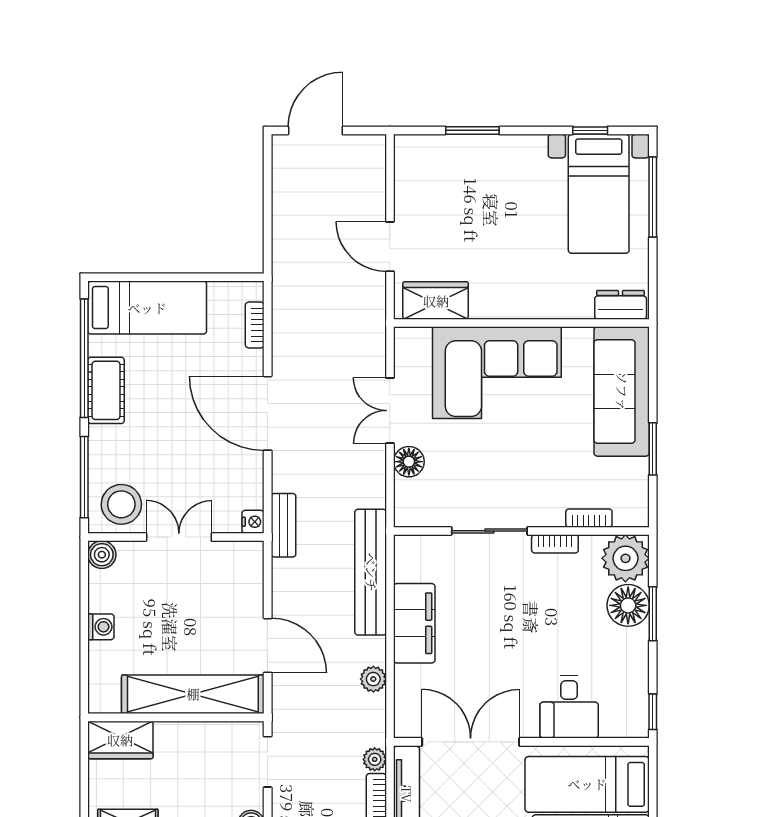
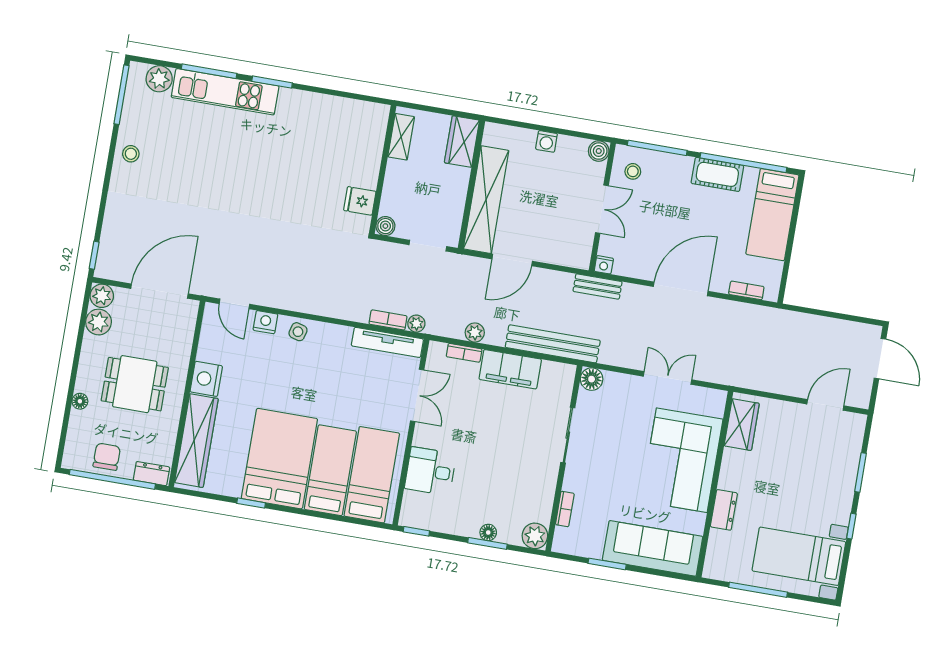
window: (590, 130) -> (851, 526), moved
window: (653, 197) -> (758, 590), moved
door: (390, 247) -> (825, 405), moved
dresser: (621, 305) -> (724, 510), moved
floor lamp: (409, 462) -> (592, 379), moved
stool: (121, 504) -> (633, 171), width x0.53, depth x0.53
bookcase: (555, 544) -> (464, 353), moved, turned -90
plant: (625, 558) -> (535, 536), width x0.73, depth x0.73
floor lamp: (628, 605) -> (488, 533), width x0.53, depth x0.53
double door: (471, 742) -> (417, 395), width x0.73

